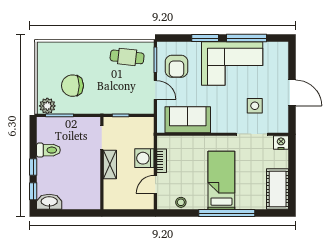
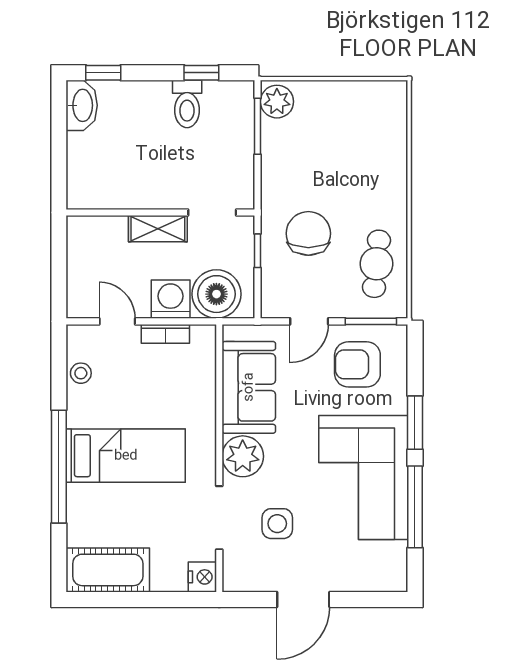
chair: (72, 86) -> (308, 233), moved
plant: (222, 123) -> (243, 456), added
boiler: (142, 136) -> (216, 294), added
window: (33, 167) -> (201, 73), moved

